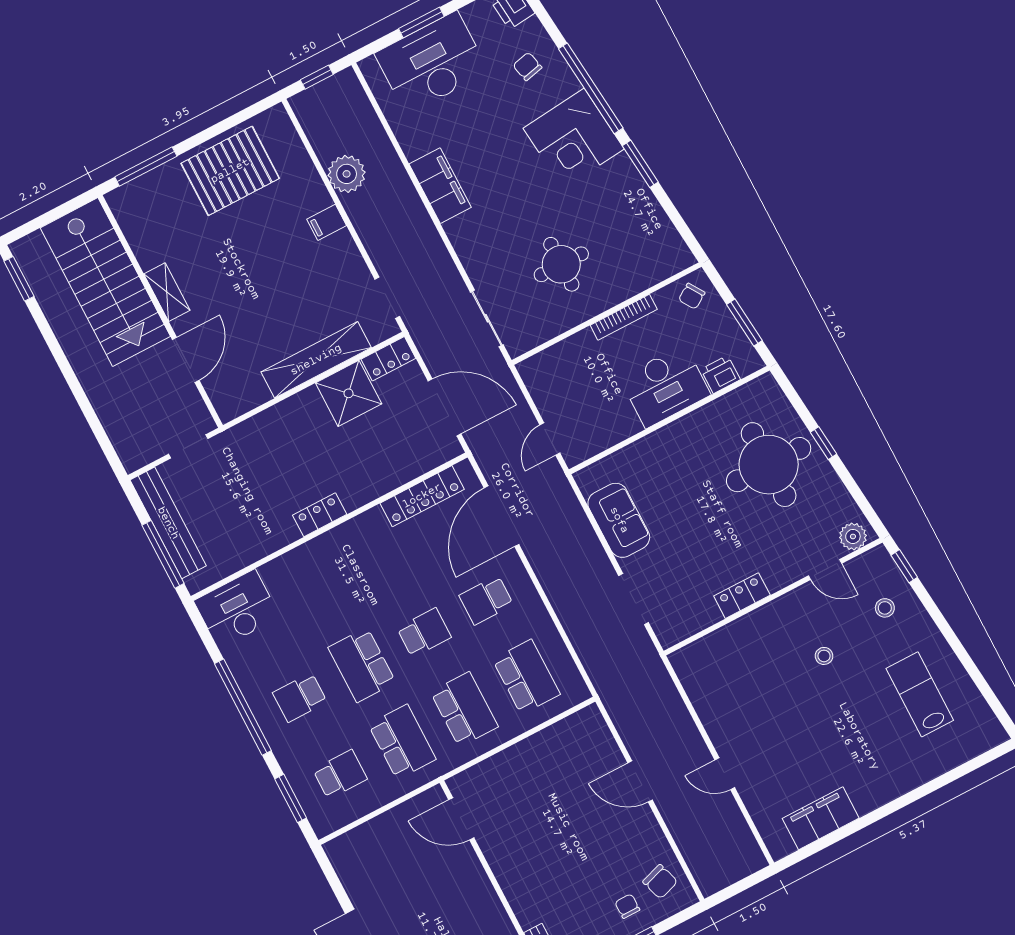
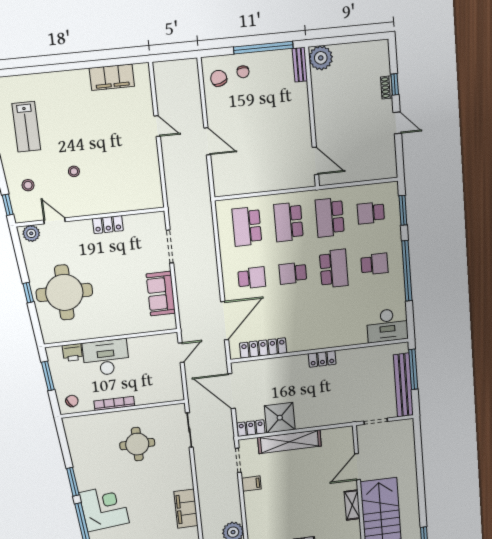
filing cabinet: (327, 222) -> (251, 484), moved

